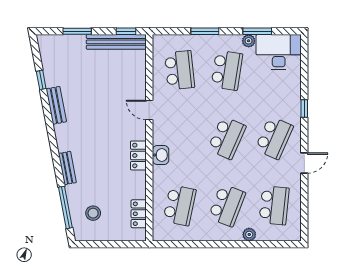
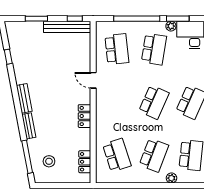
window: (205, 31) -> (137, 19), width x2.11
bench: (56, 105) -> (24, 98), moved
washbasin: (161, 155) -> (102, 116), removed
school desk: (180, 205) -> (117, 155), turned -30

